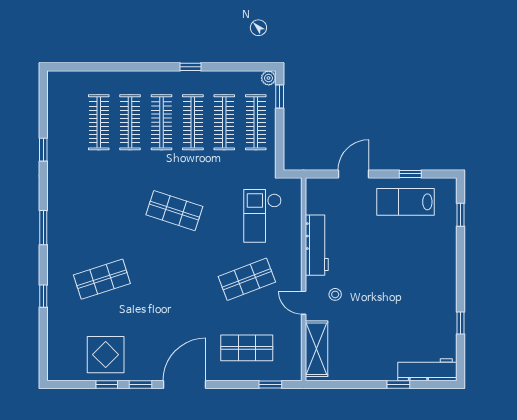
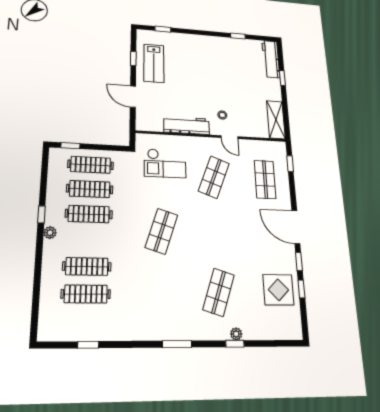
plant: (269, 78) -> (50, 233), moved
clothes rail: (161, 122) -> (88, 240), removed
window: (43, 150) -> (88, 345), moved
shop shelf: (102, 279) -> (219, 292), turned 36
shop shelf: (247, 279) -> (214, 177), turned 42
plant: (54, 298) -> (236, 334), added
door: (304, 303) -> (229, 137), hinge flipped
shelving: (317, 349) -> (276, 120), moved, turned 90

